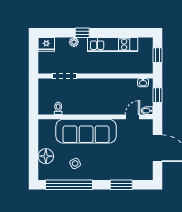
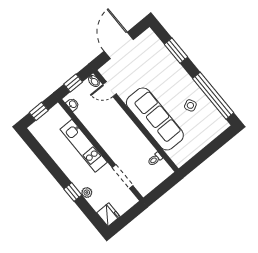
kitchen unit: (113, 44) -> (84, 146), moved, turned 180
floor lamp: (46, 156) -> (205, 136), removed

